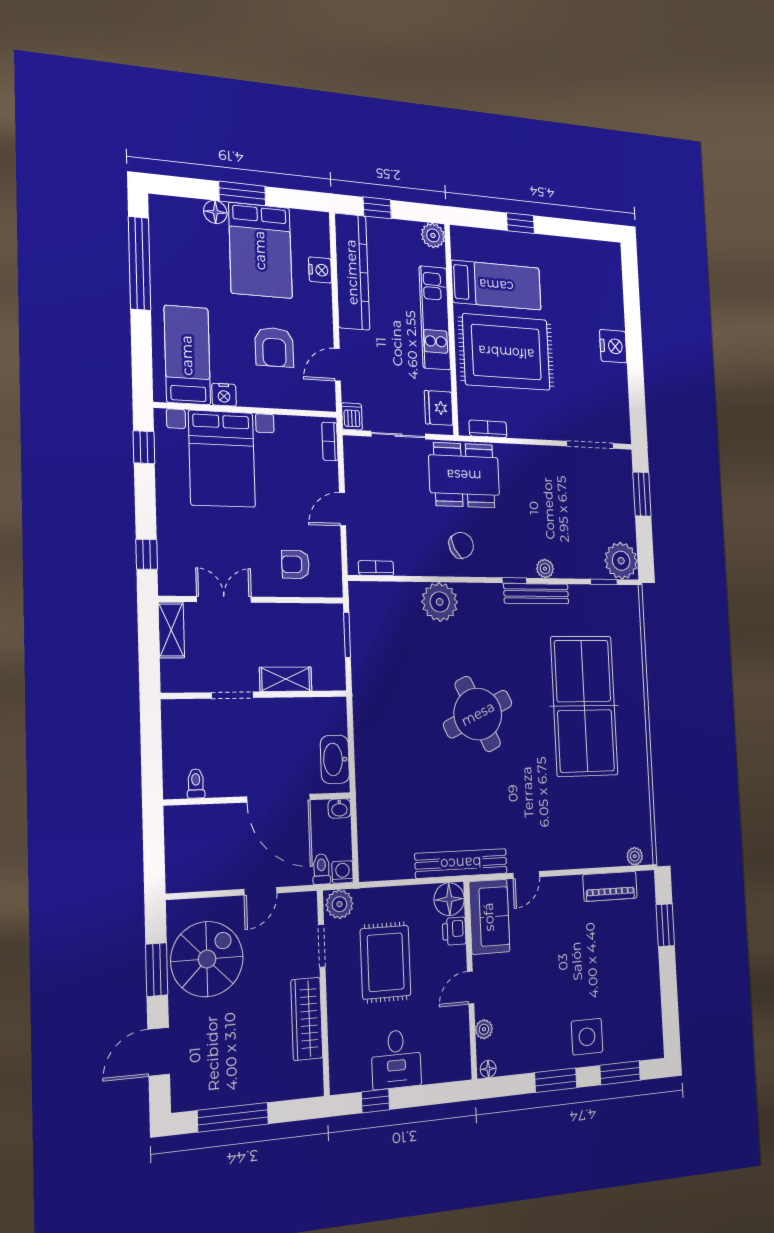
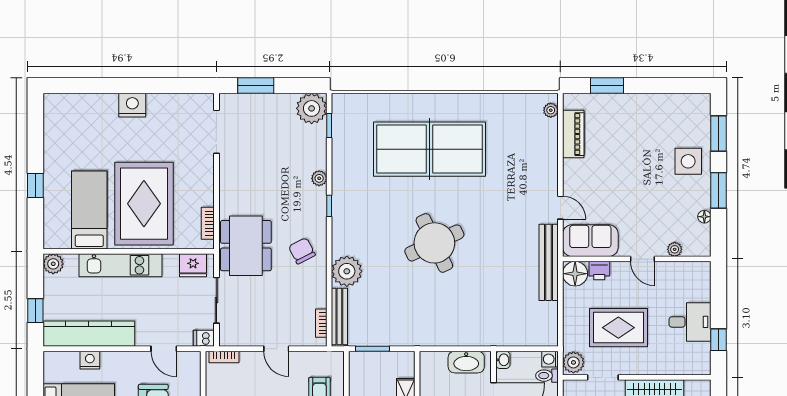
bench: (536, 594) -> (339, 317), moved
floor lamp: (488, 1069) -> (704, 217), moved

